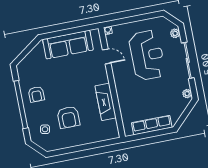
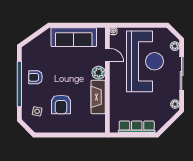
reception desk: (147, 55) -> (145, 61), width x1.36, depth x1.30
plant: (101, 77) -> (99, 73), added
armchair: (36, 94) -> (35, 77), turned 90

